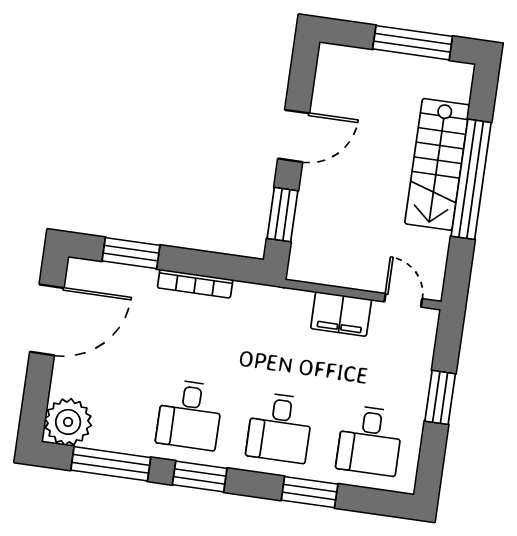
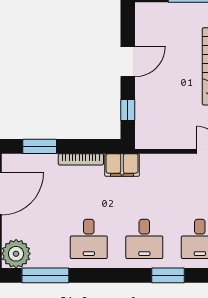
window: (282, 215) -> (128, 110), width x0.67
filing cabinet: (341, 314) -> (122, 165), moved
window: (200, 476) -> (100, 275), removed

